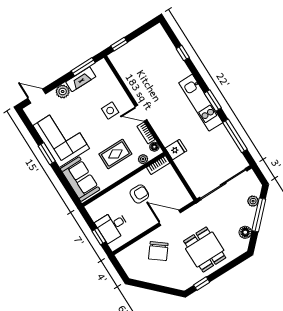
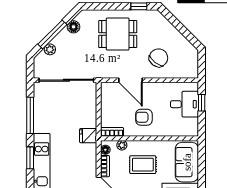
dining table: (205, 249) -> (118, 34), turned 90

